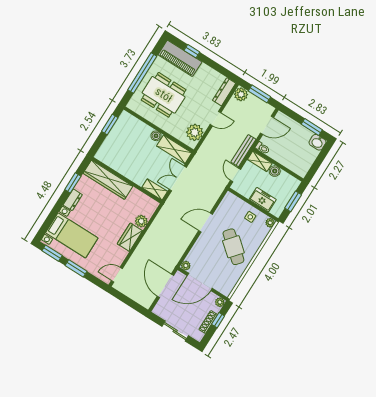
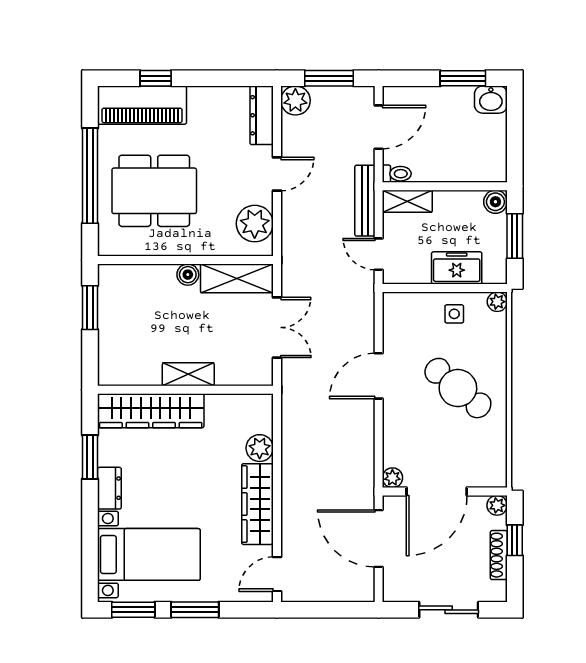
boiler: (275, 171) -> (495, 202), moved
double door: (178, 178) -> (277, 327), swing flipped
shelving: (155, 189) -> (188, 374), moved
wardrobe: (130, 237) -> (257, 504), width x1.50

